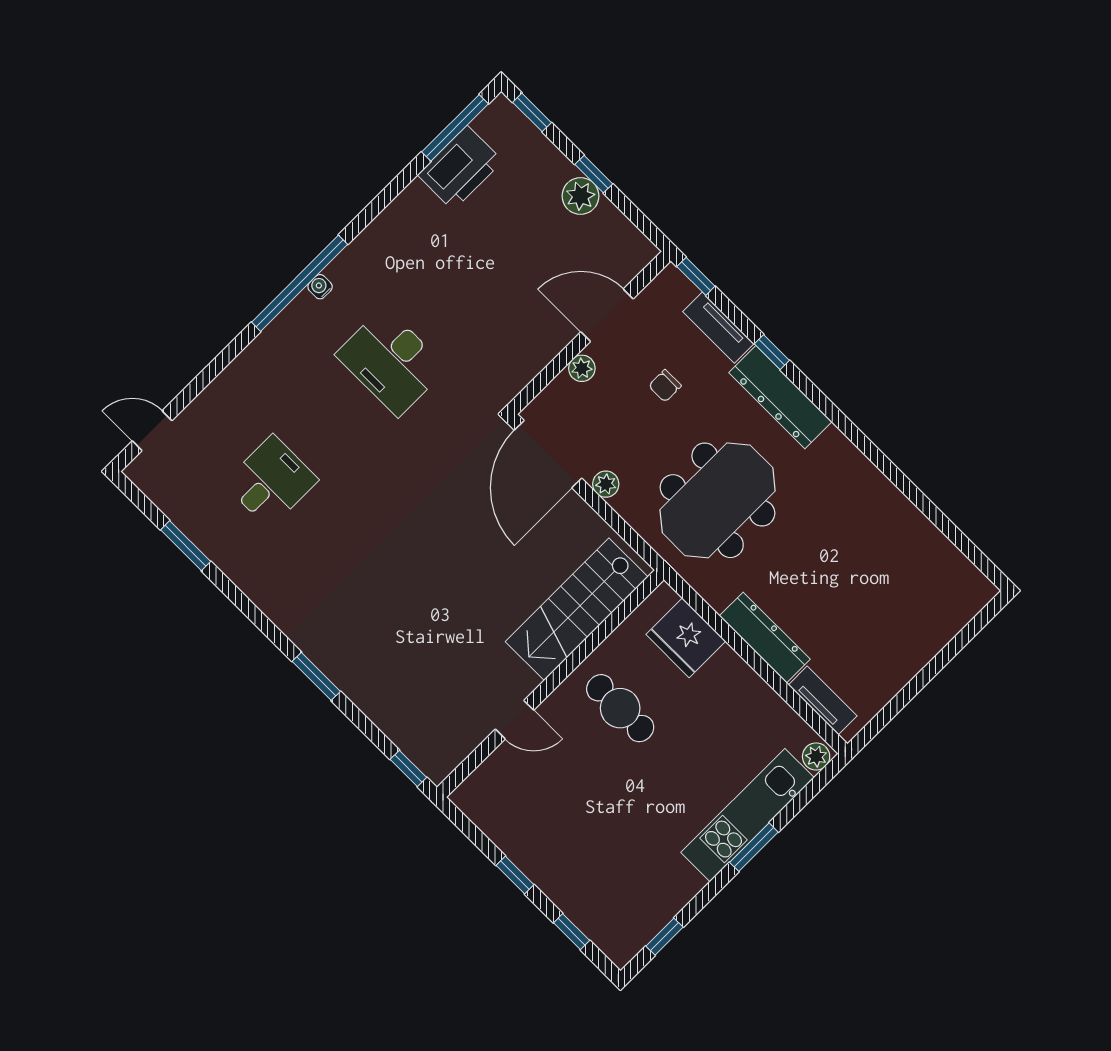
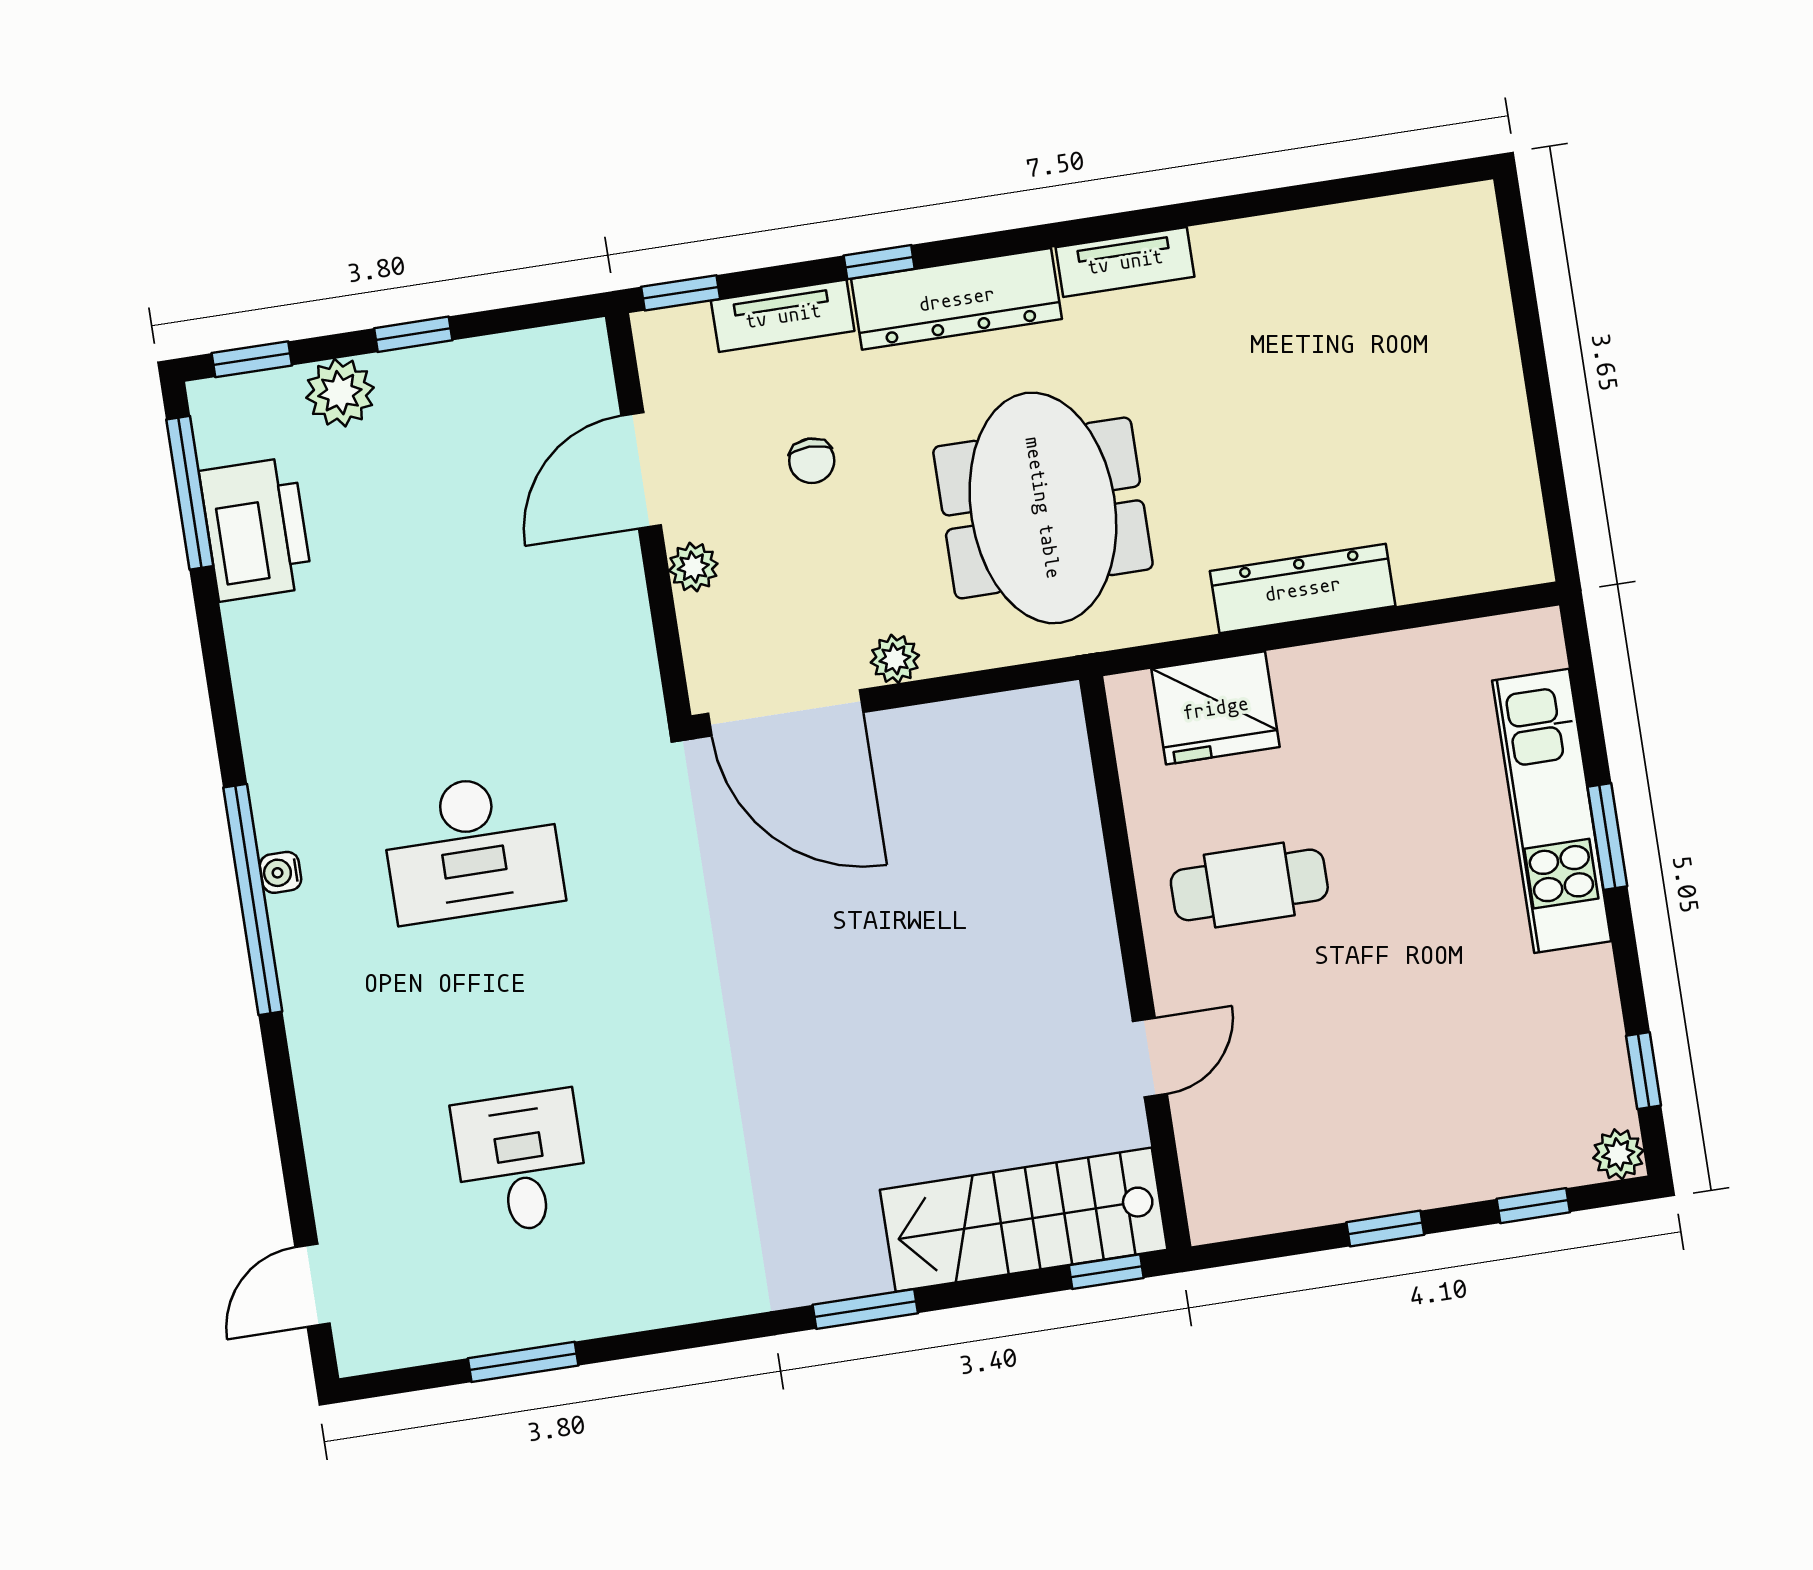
plant: (580, 196) -> (340, 393), moved
stairs: (577, 609) -> (1024, 1220), moved, turned 90
tv unit: (823, 700) -> (1125, 262), moved, turned 180
plant: (816, 757) -> (1618, 1154), moved

